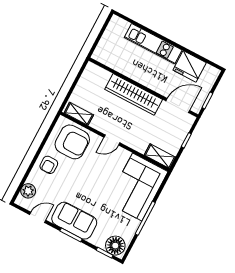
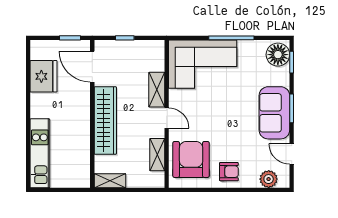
kitchen unit: (153, 44) -> (40, 153), moved
shelving: (88, 75) -> (110, 181), added
shelving: (79, 114) -> (157, 155), moved
shelving: (160, 156) -> (157, 90), moved

